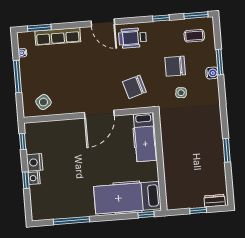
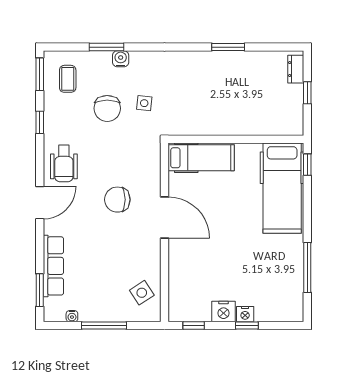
chair: (134, 87) -> (117, 200), moved, turned 107

